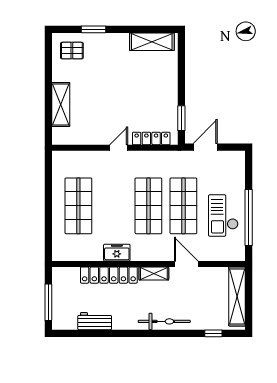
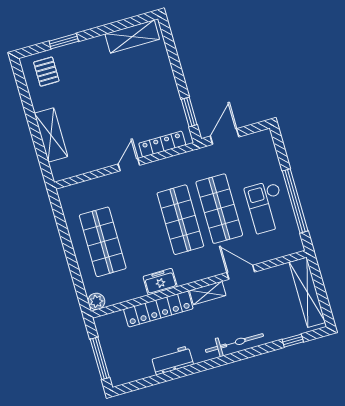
pallet: (72, 51) -> (46, 72), turned 90
plant: (59, 254) -> (96, 301), added
workbench: (95, 321) -> (172, 360), moved

